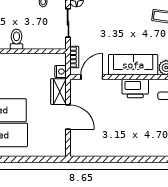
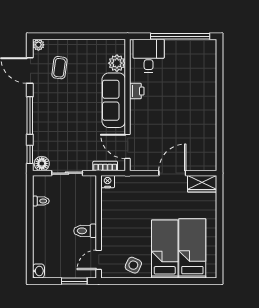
nightstand: (61, 71) -> (108, 182), moved
printer: (135, 88) -> (137, 91), width x0.53, depth x0.68
wardrobe: (59, 92) -> (202, 184), moved

